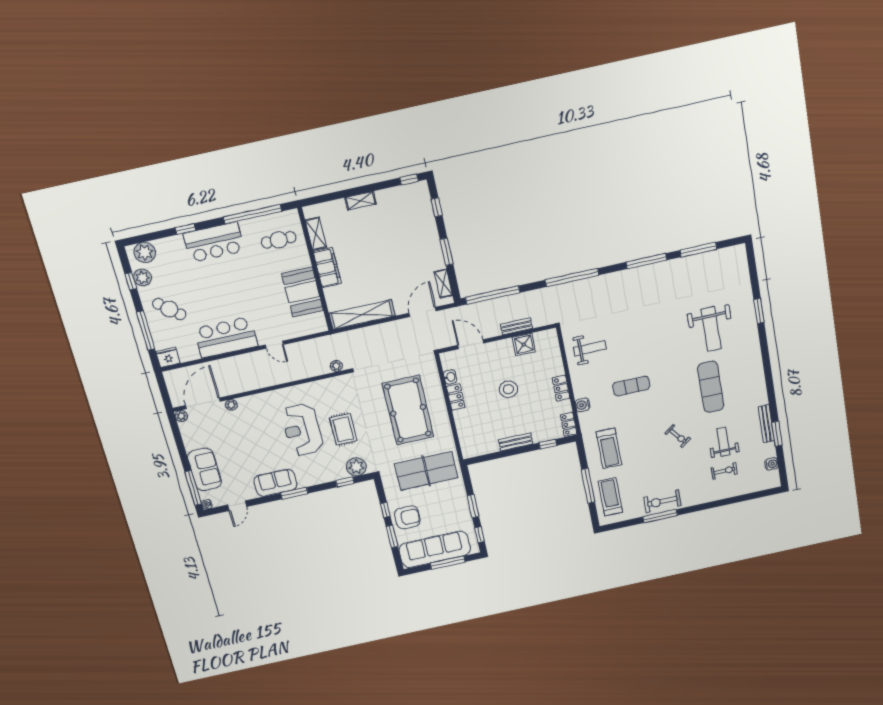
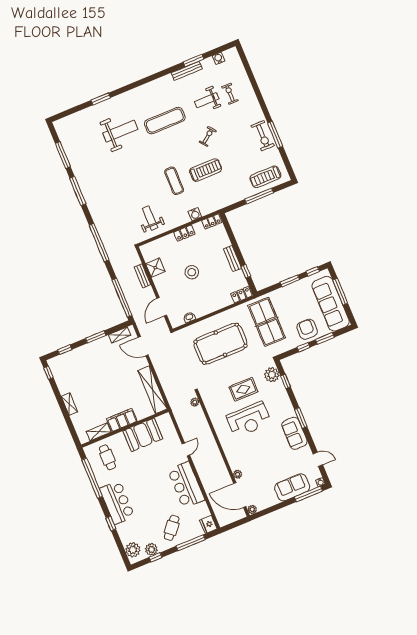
locker: (456, 397) -> (241, 295), moved
window: (548, 444) -> (246, 271), moved
treadmill: (609, 448) -> (206, 170), moved

